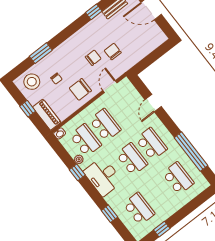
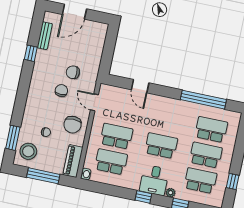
window: (41, 53) -> (13, 138), moved
window: (28, 109) -> (43, 176), width x2.17
piano: (47, 115) -> (73, 161), moved, turned -90
school desk: (151, 144) -> (206, 155), moved
plant: (79, 159) -> (171, 193), moved
window: (77, 172) -> (143, 197), moved
desk: (103, 176) -> (154, 180), width x0.73

